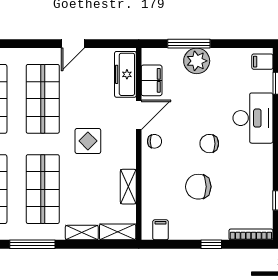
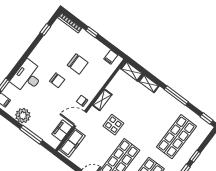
plant: (197, 61) -> (23, 116), moved
shelving: (128, 187) -> (102, 100), moved
shop shelf: (43, 189) -> (152, 118), removed

